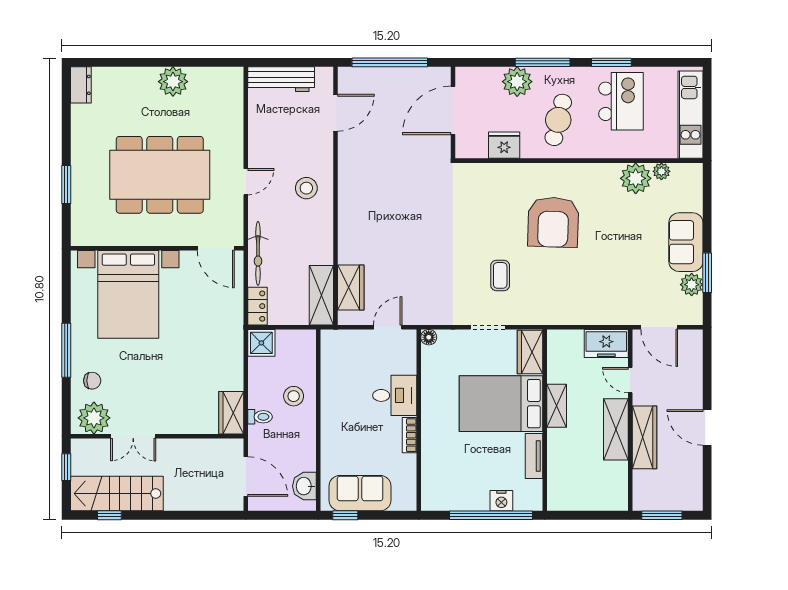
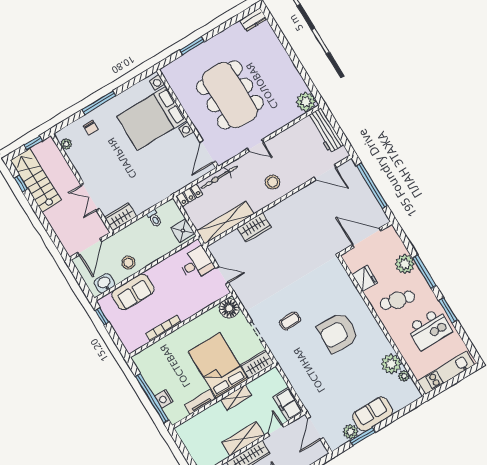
plant: (173, 82) -> (306, 102), moved
wardrobe: (351, 288) -> (254, 227), moved
shelving: (321, 295) -> (225, 222), width x1.47
floor lamp: (429, 337) -> (229, 308), width x1.89, depth x1.89
shower: (261, 343) -> (183, 231), moved
desk: (395, 395) -> (196, 263), moved, turned -90
stool: (294, 396) -> (128, 263), moved
toilet: (260, 417) -> (154, 218), moved
plant: (94, 418) -> (66, 144), width x0.53, depth x0.53
bookcase: (410, 435) -> (163, 328), width x1.56
double door: (133, 436) -> (90, 197), moved
sofa: (360, 493) -> (133, 292), moved, turned 90

